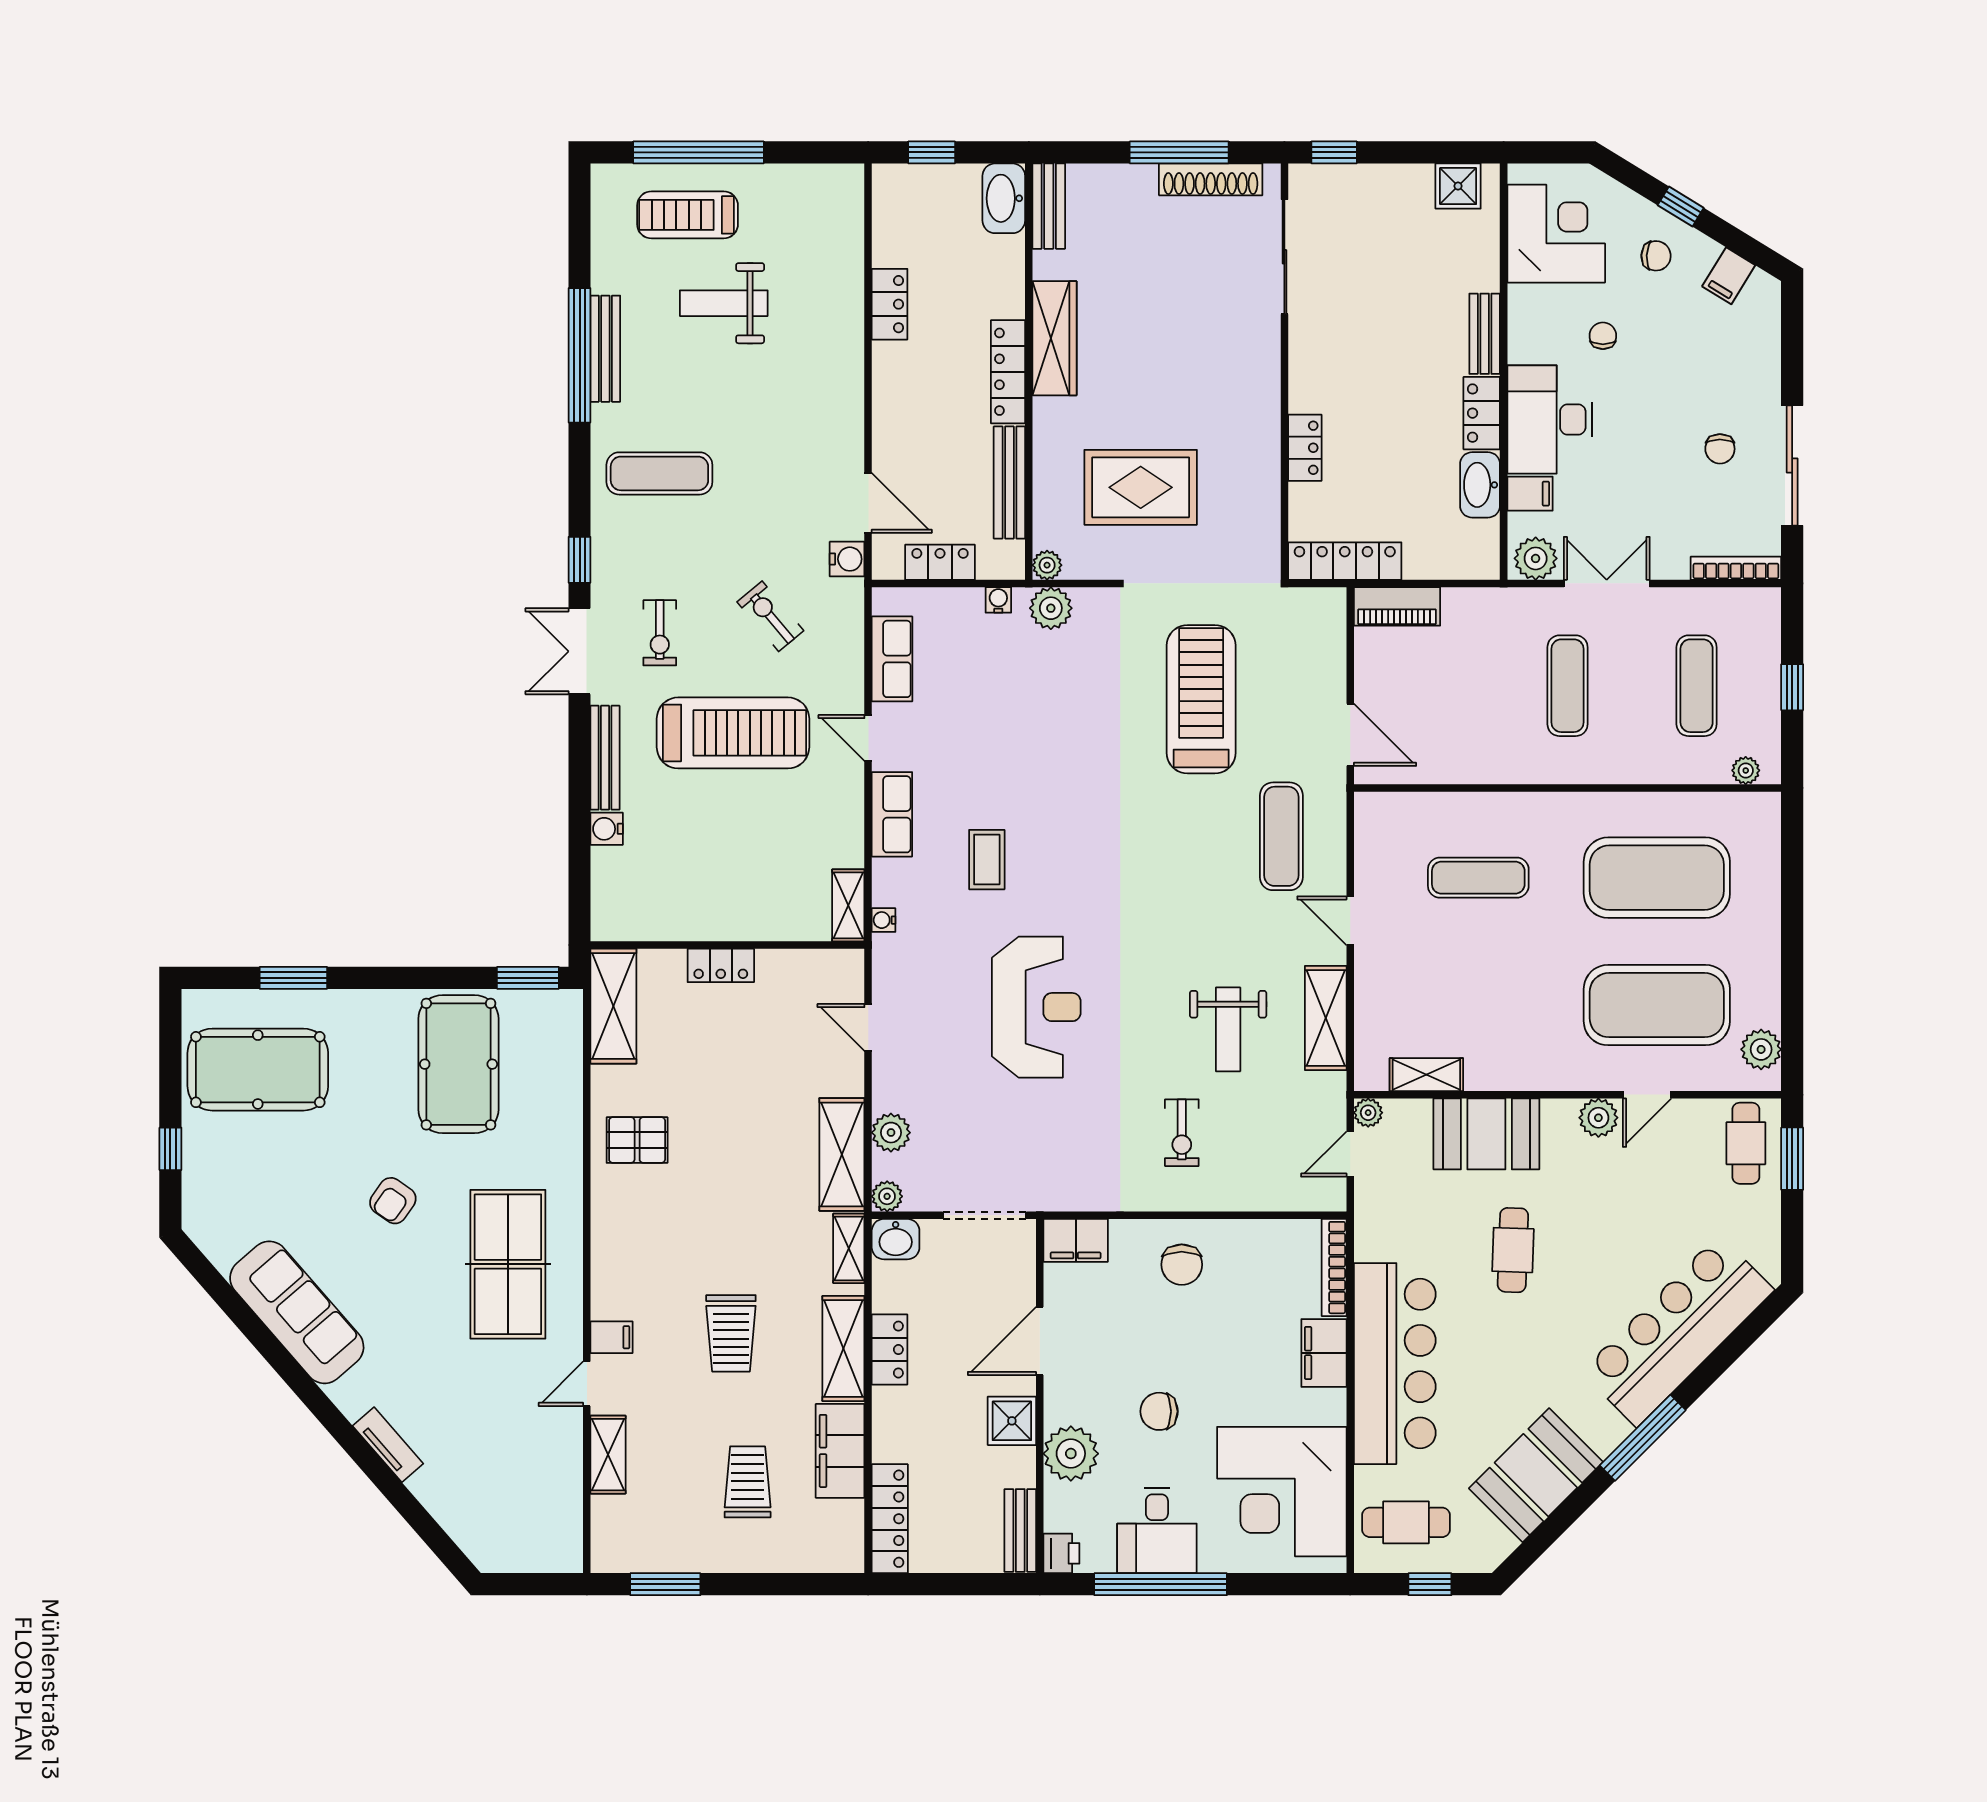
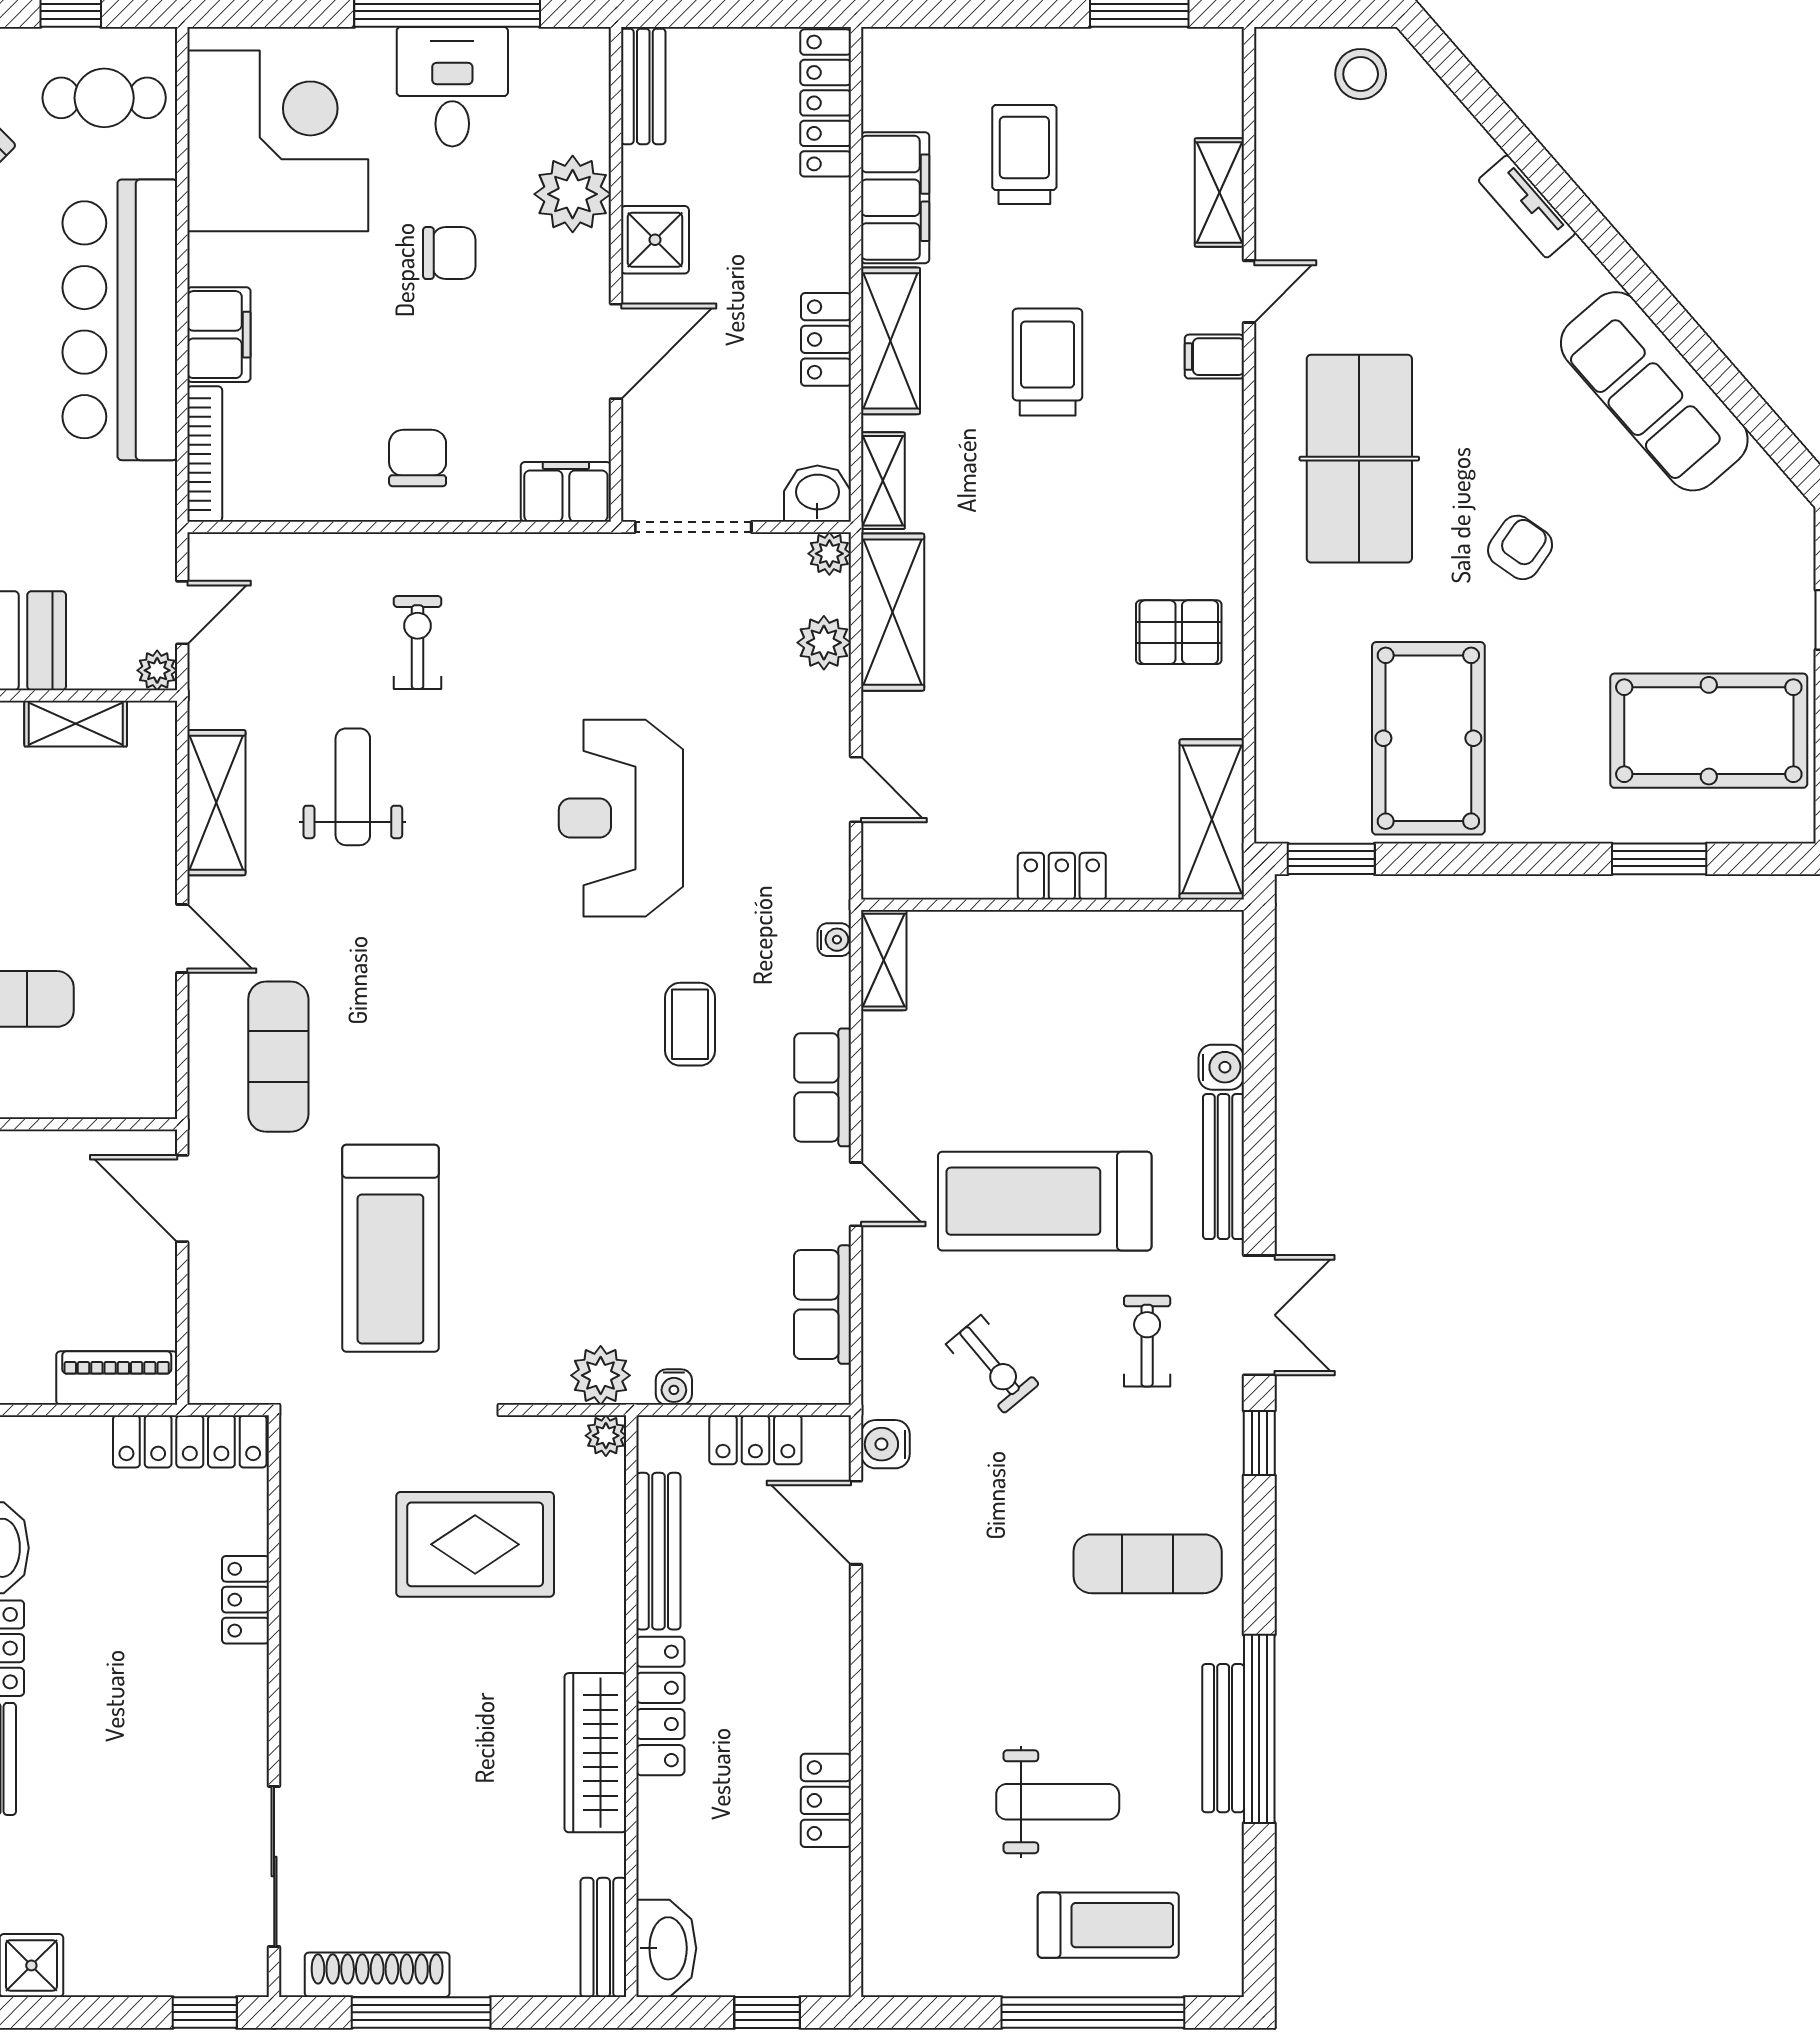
trolley: (748, 1482) -> (1024, 154), turned 180
stool: (507, 1539) -> (1361, 74), added
printer: (1061, 1553) -> (586, 54), removed

